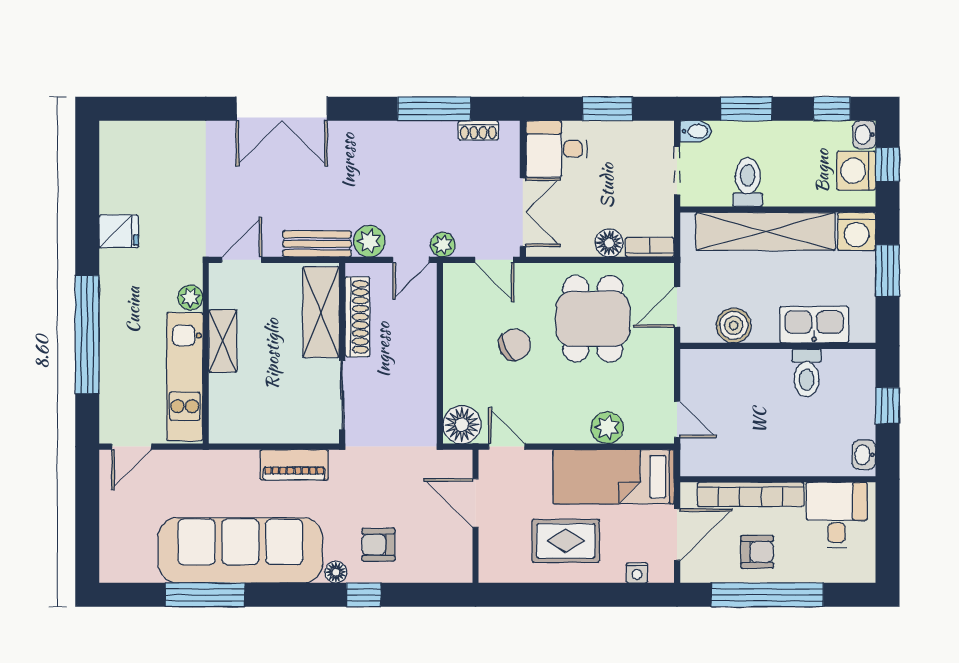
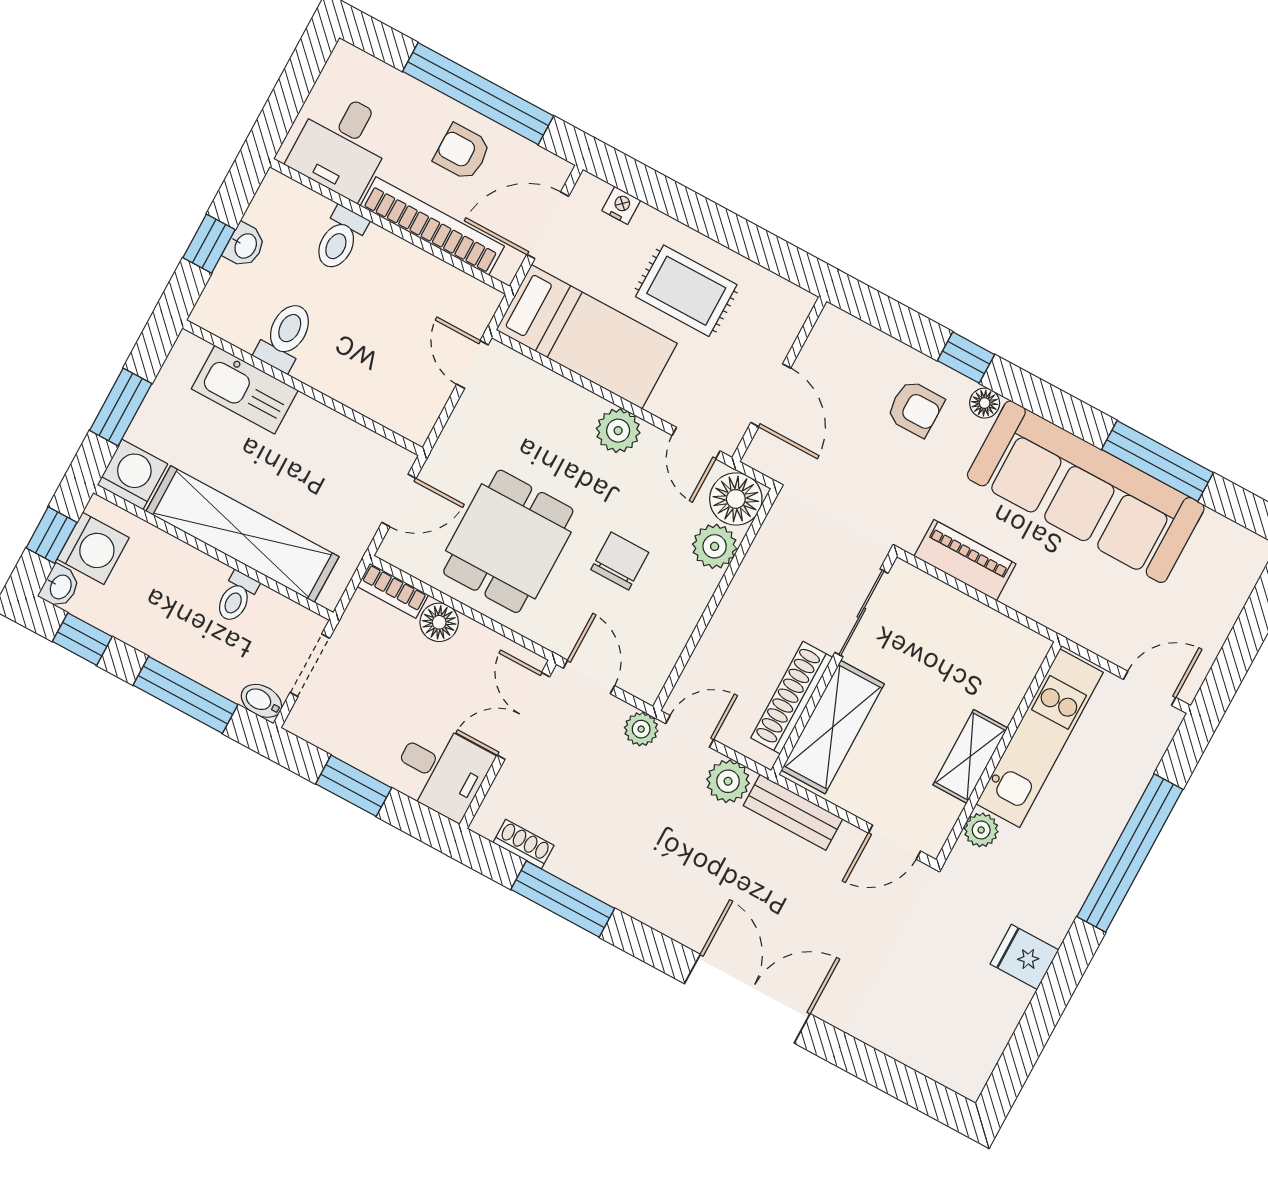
window: (746, 109) -> (185, 695), width x1.44
toilet: (748, 182) -> (236, 597), width x0.73, depth x0.72
boiler: (734, 325) -> (342, 441), removed
chair: (515, 345) -> (620, 561), turned 115
plant: (459, 387) -> (715, 546), added
plant: (607, 428) -> (618, 431), moved
toilet: (805, 454) -> (340, 239), added
washbasin: (864, 455) -> (245, 245), moved

